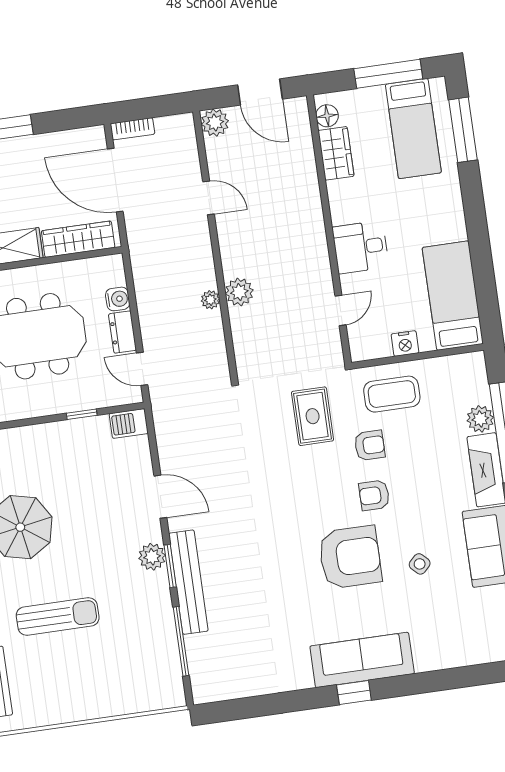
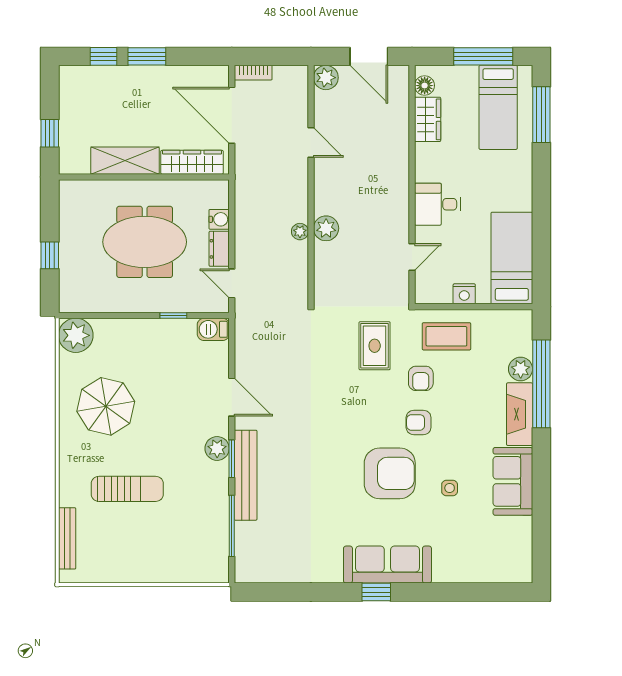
armchair: (370, 445) -> (421, 378), turned 90
side table: (420, 564) -> (450, 488), turned 45

